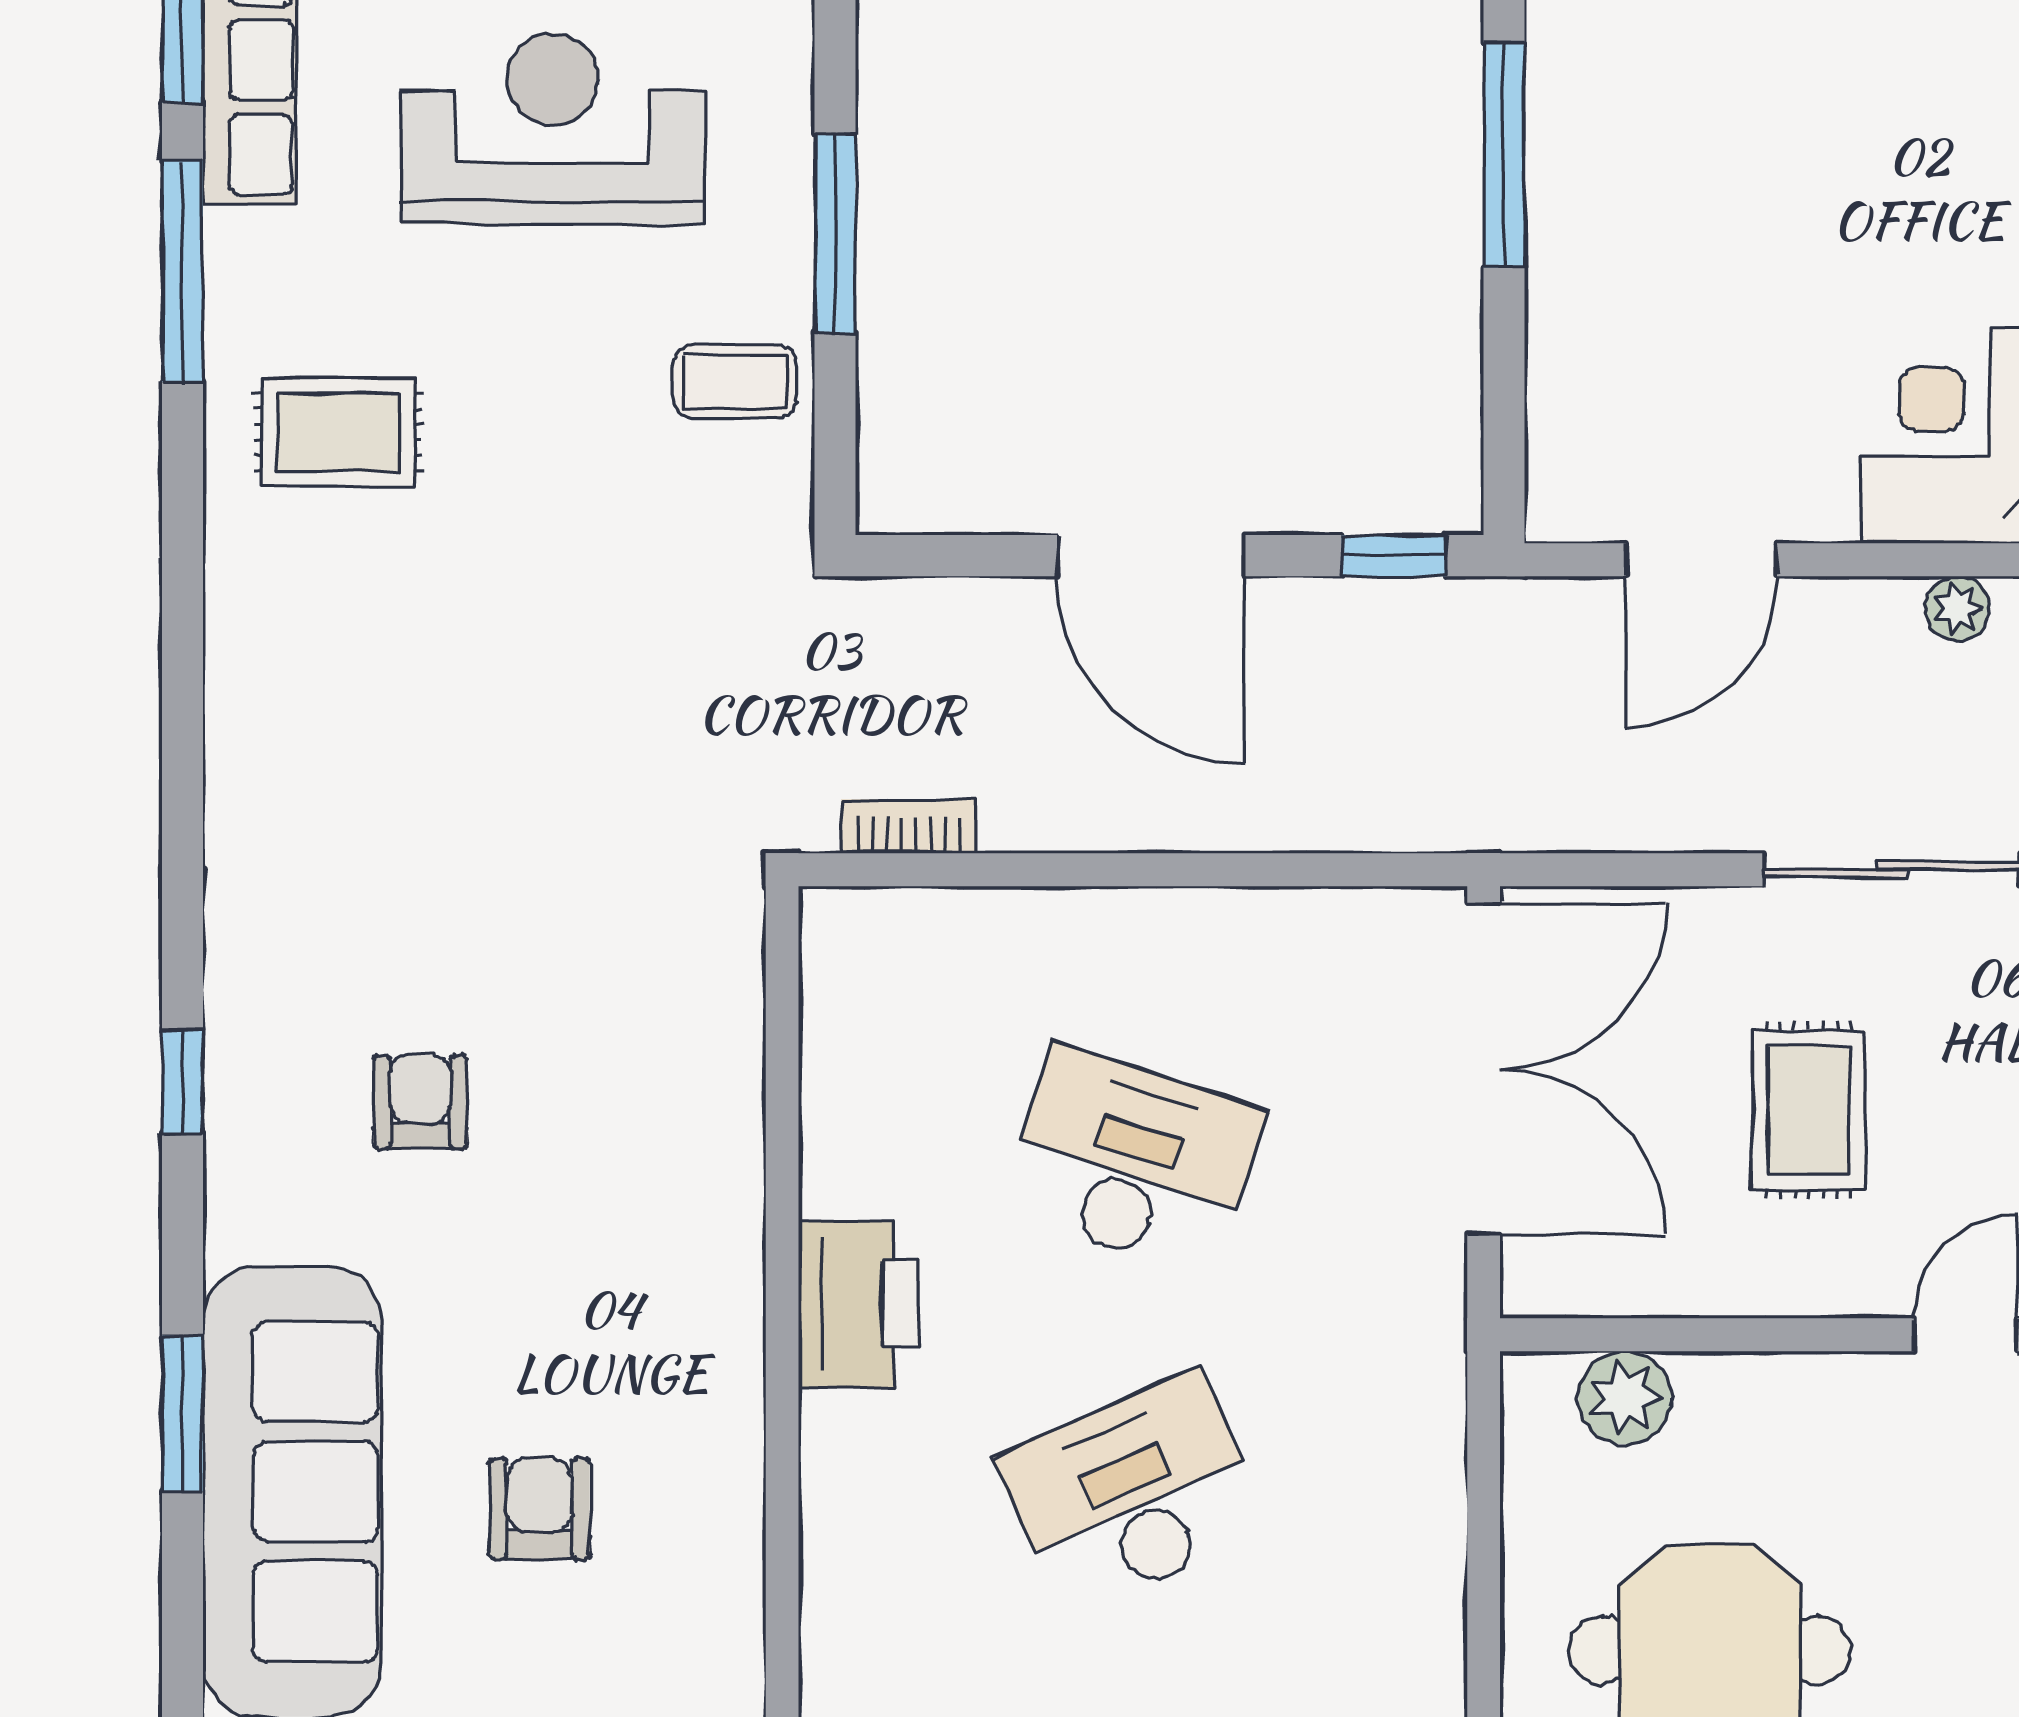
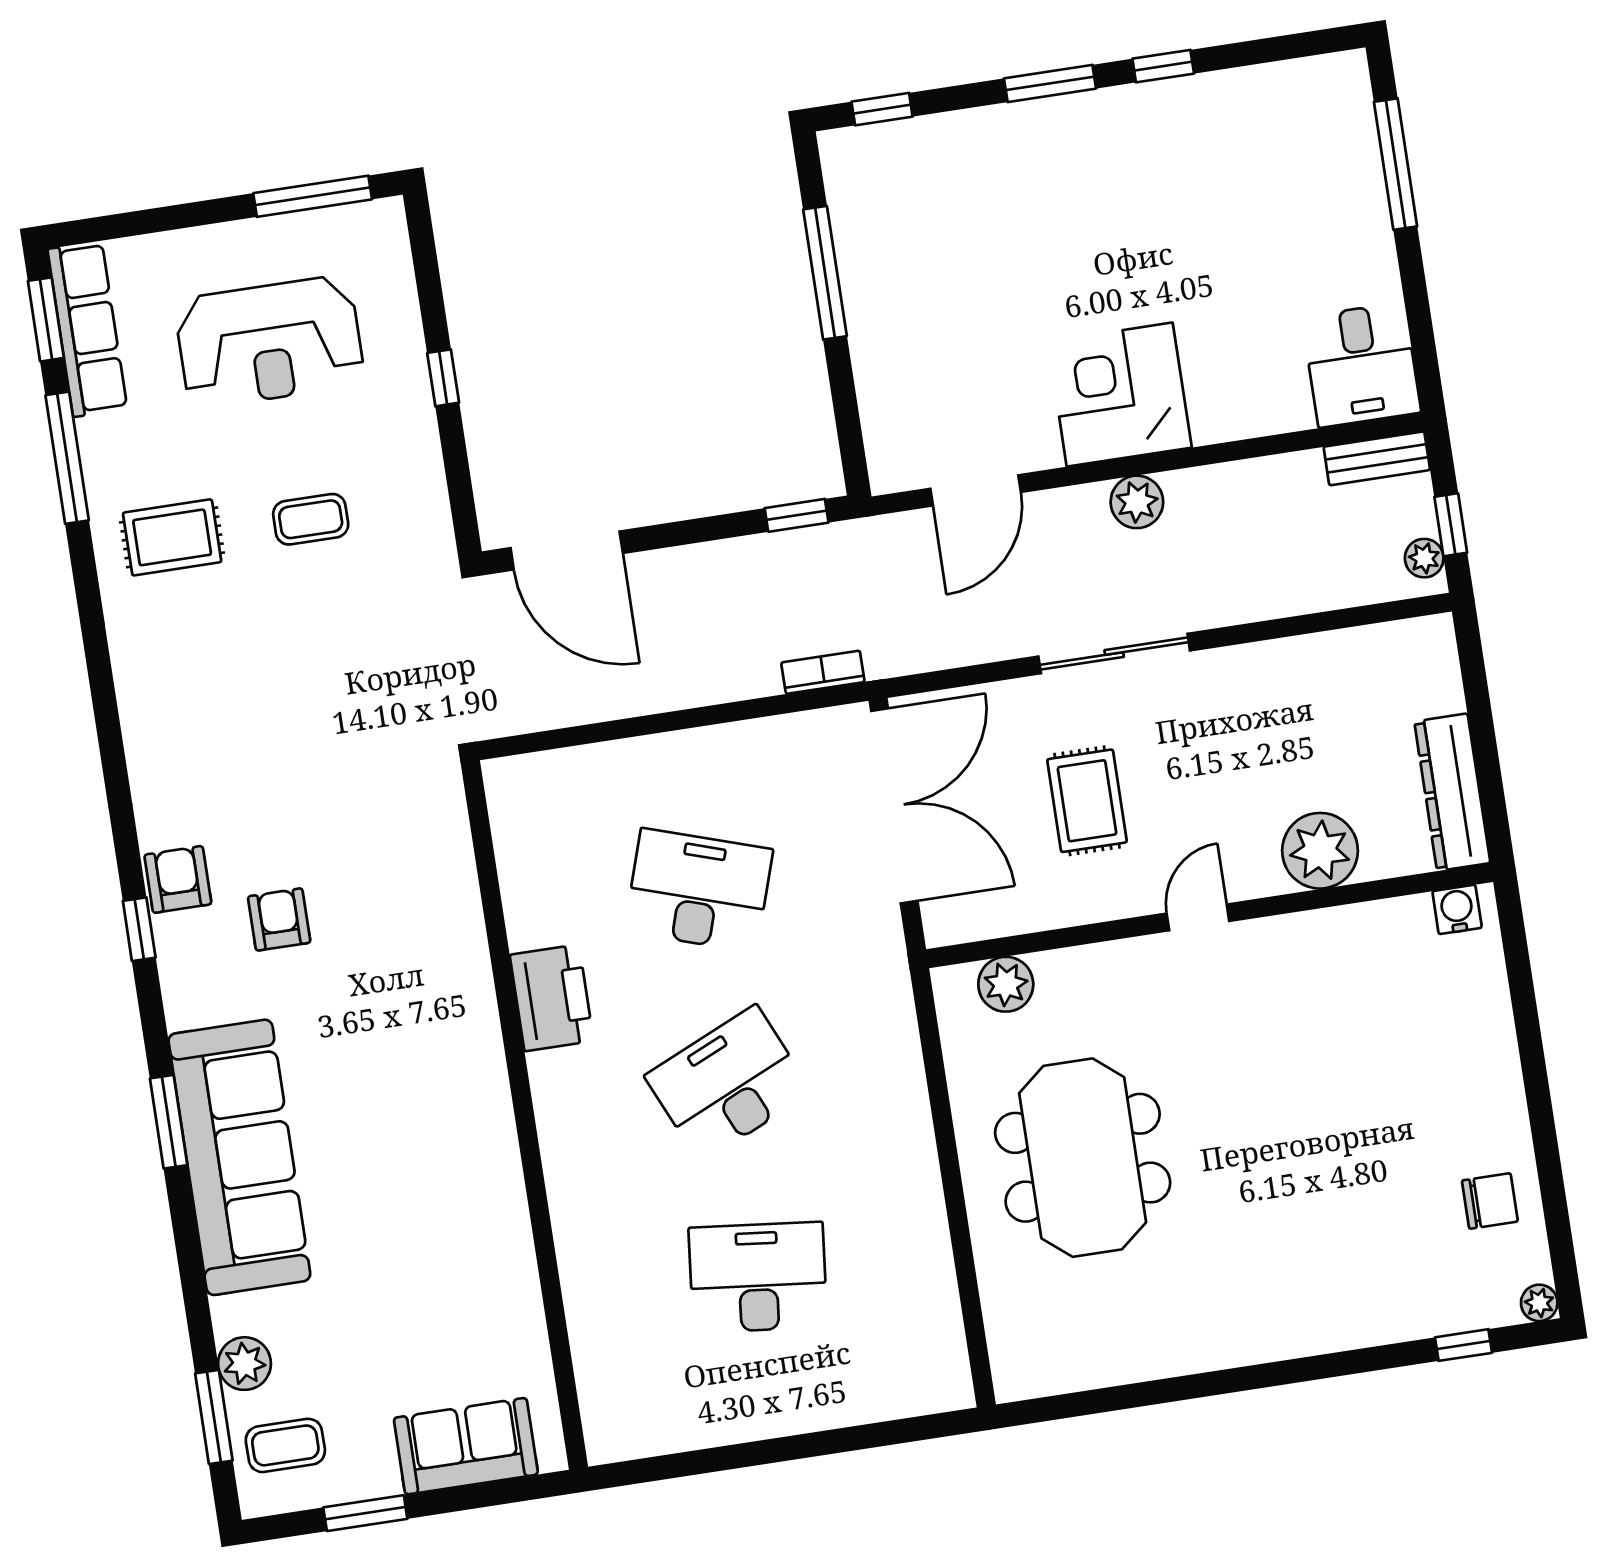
reception desk: (552, 129) -> (269, 342), turned 180
window: (835, 234) -> (443, 378), width x0.46
coffee table: (735, 382) -> (311, 519), moved
door: (1151, 556) -> (567, 550), moved
plant: (1957, 608) -> (1137, 502), width x1.38, depth x1.38
bookcase: (909, 826) -> (823, 672), moved
armchair: (539, 1509) -> (178, 879), moved

